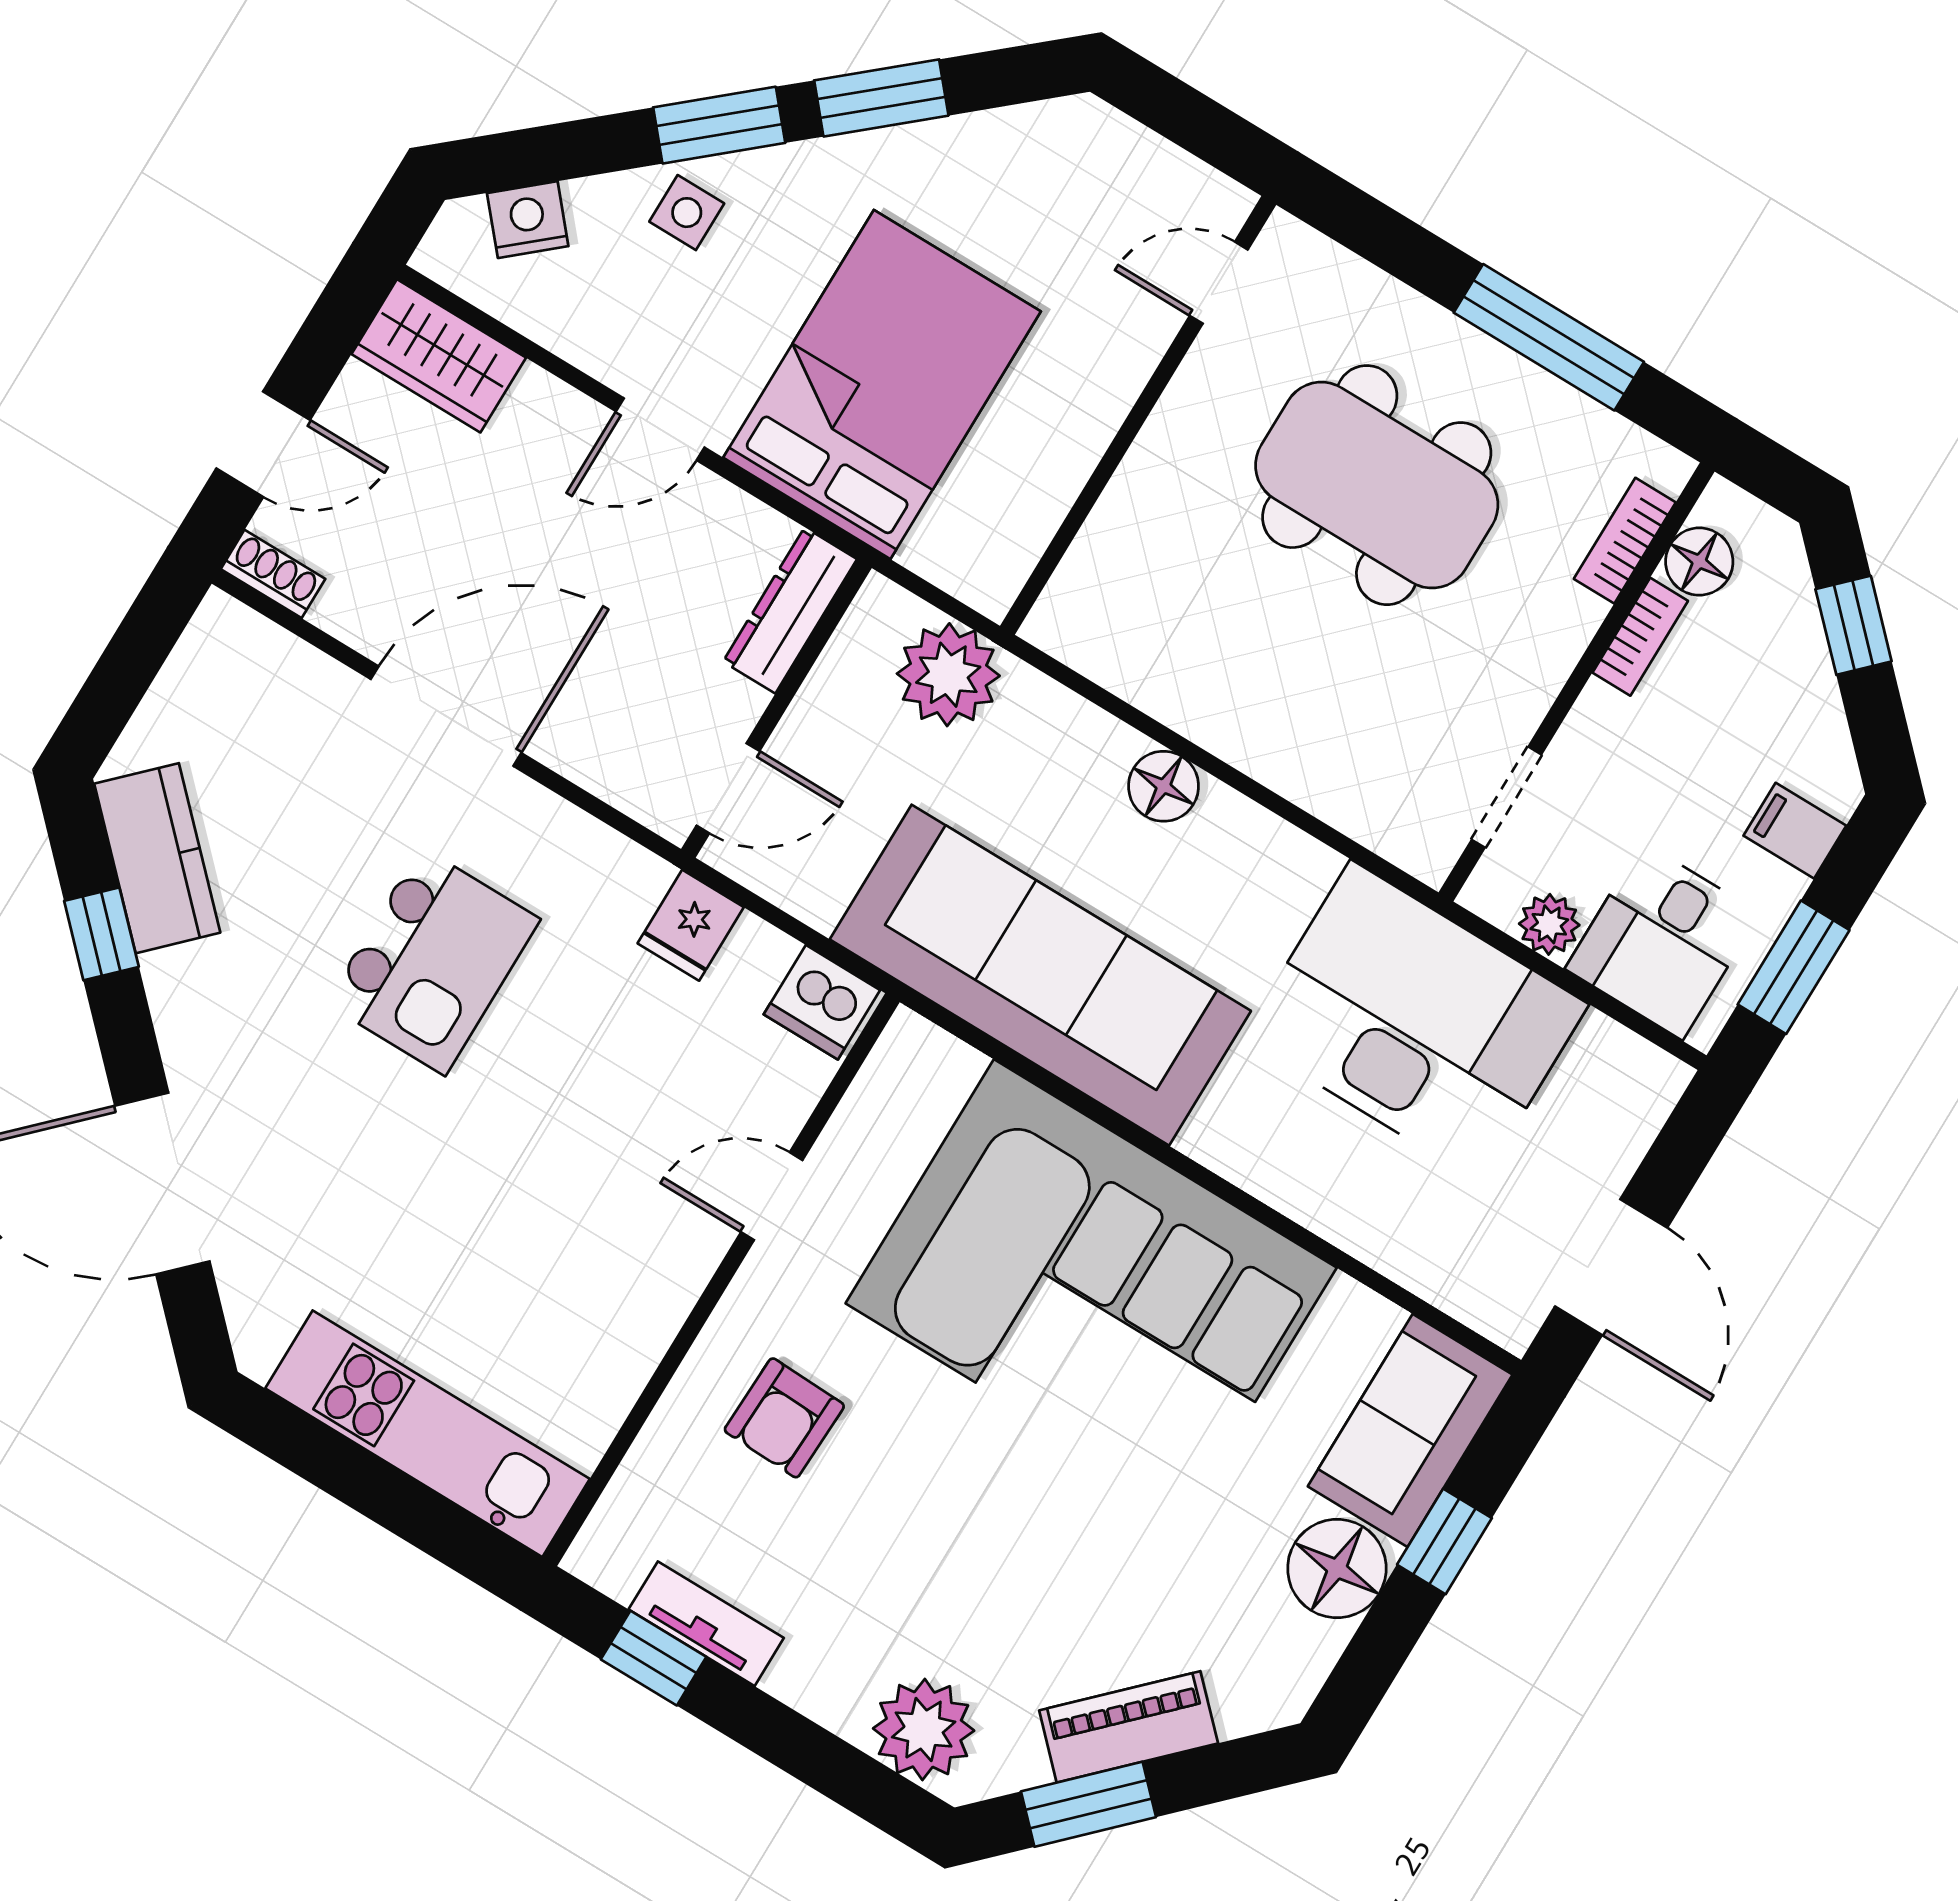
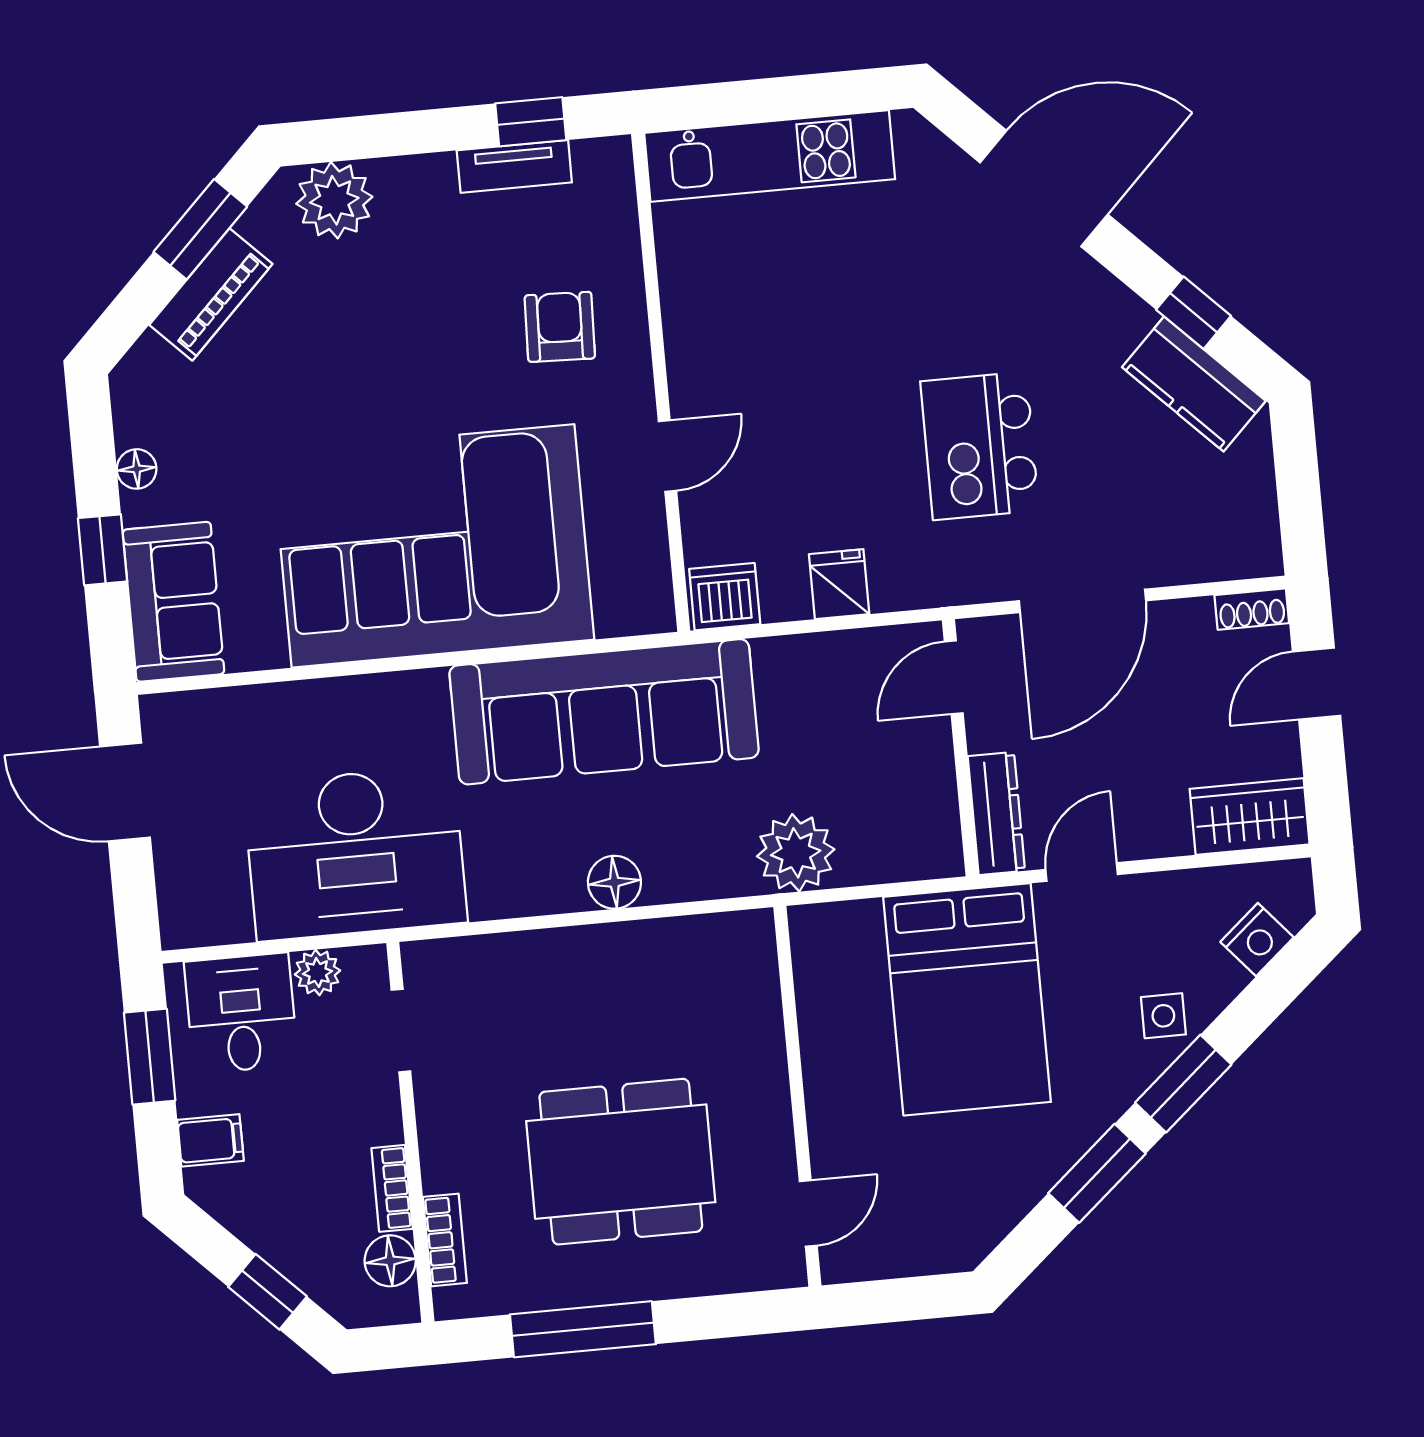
dresser: (790, 610) -> (996, 813), moved
wall: (776, 708) -> (960, 748), moved
door: (728, 788) -> (954, 677), moved
floor lamp: (1337, 1569) -> (137, 469), width x0.53, depth x0.53

